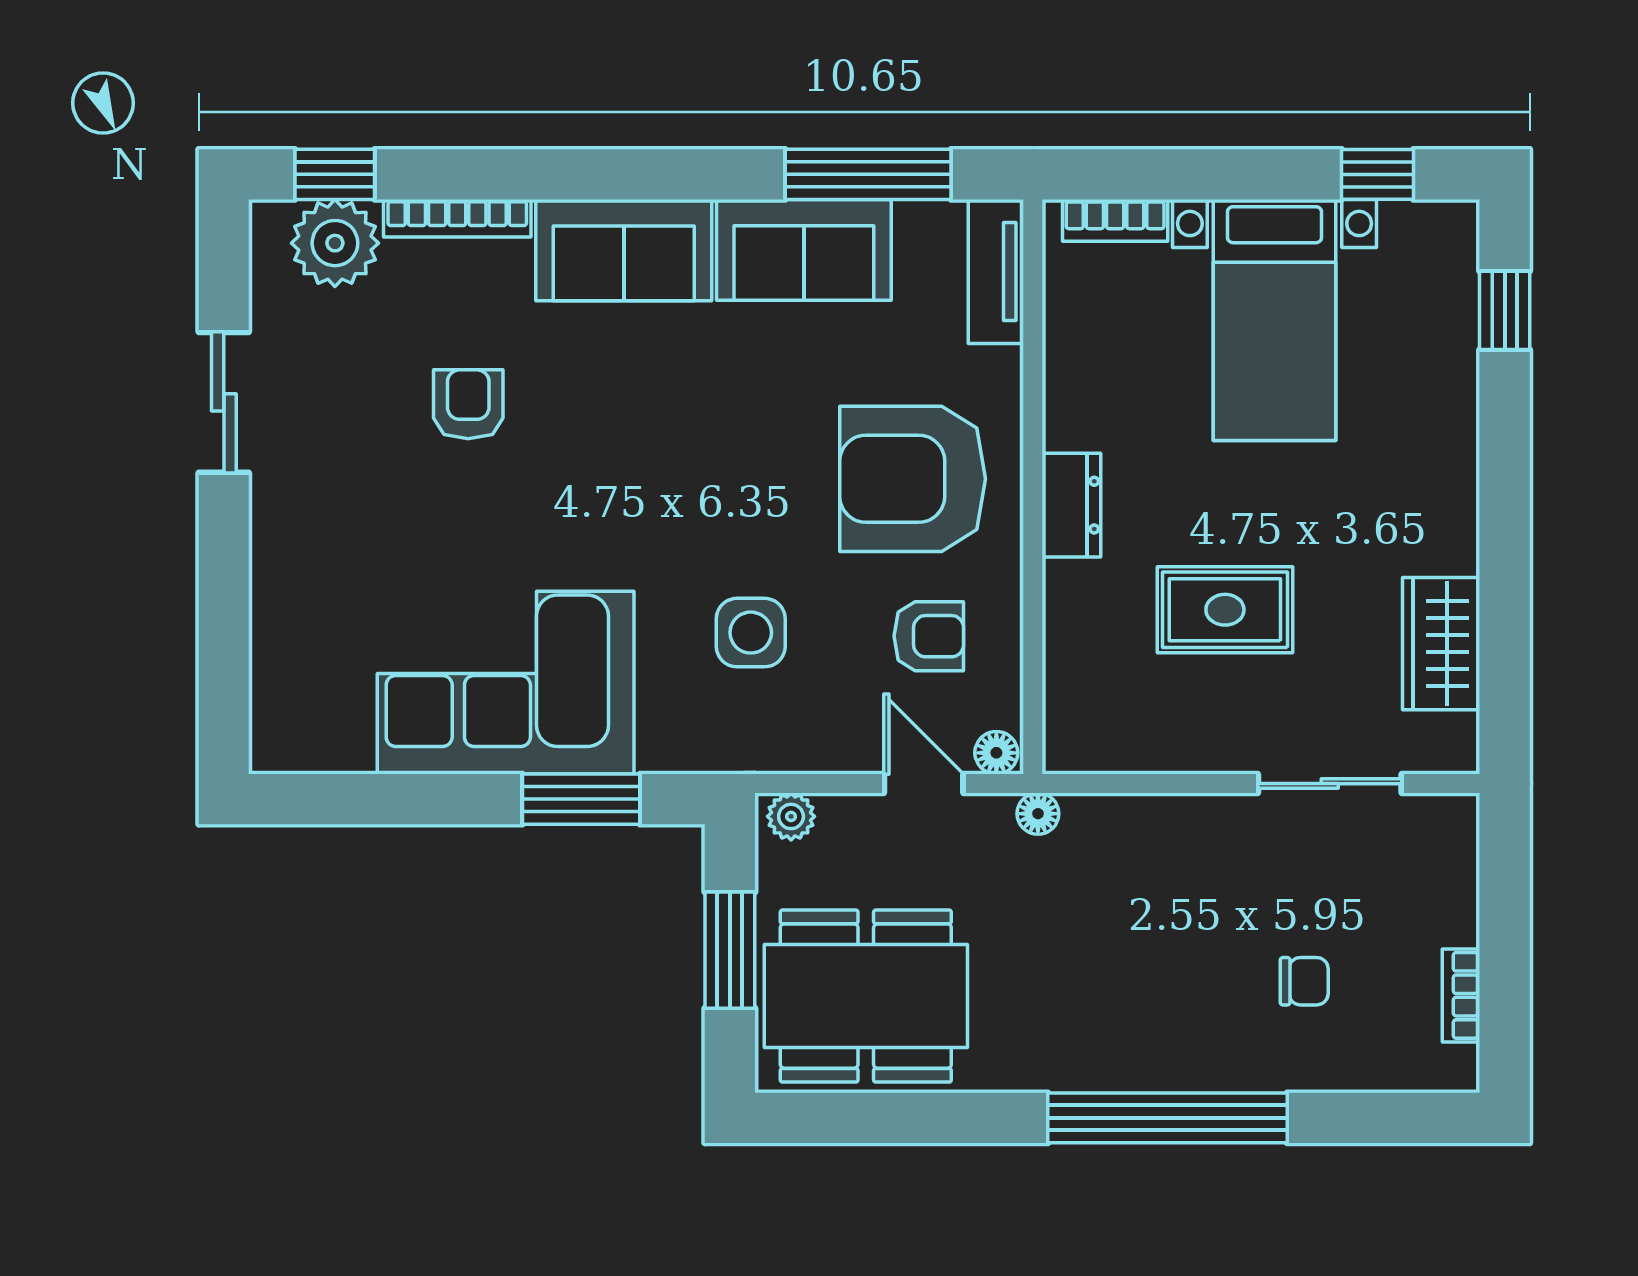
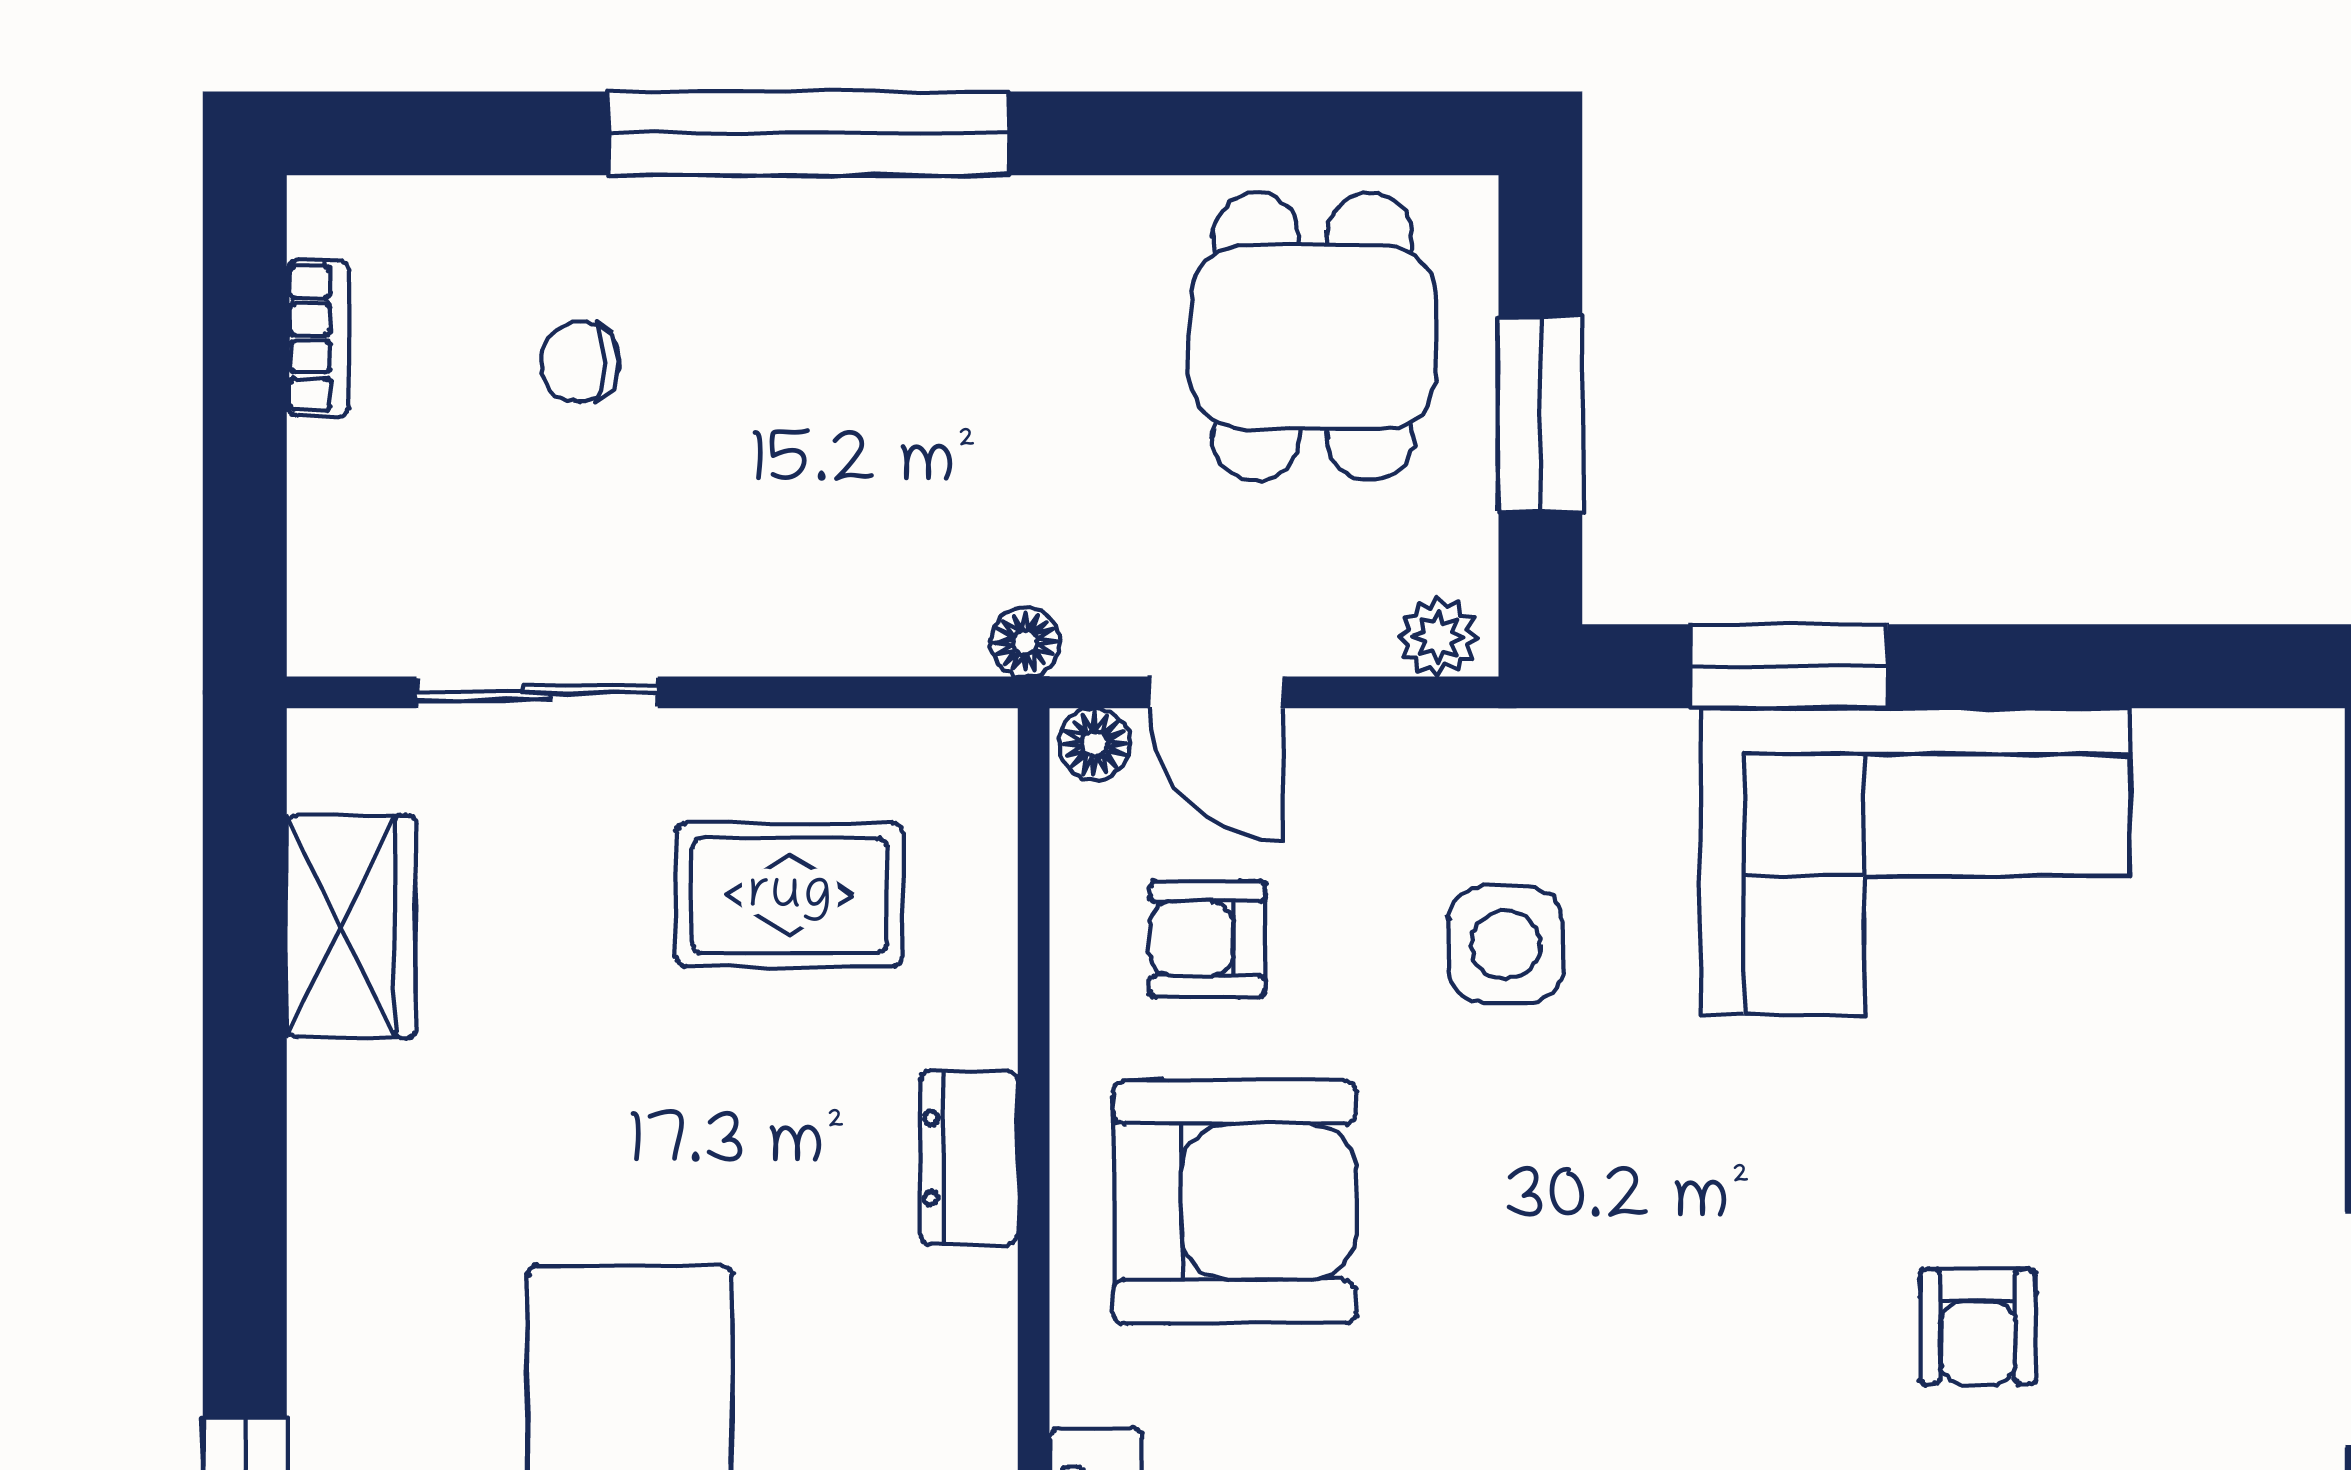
rug: (1225, 610) -> (790, 895), moved
dining table: (866, 996) -> (1313, 337), width x0.73

